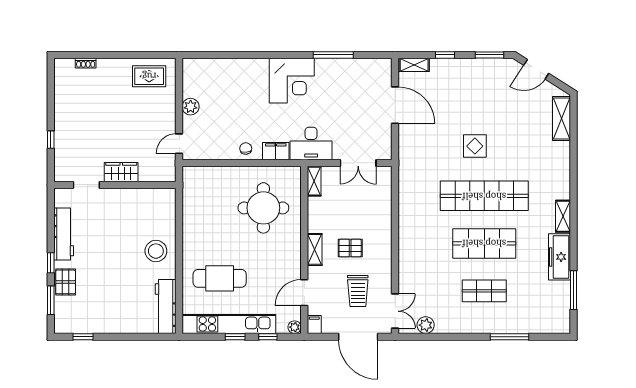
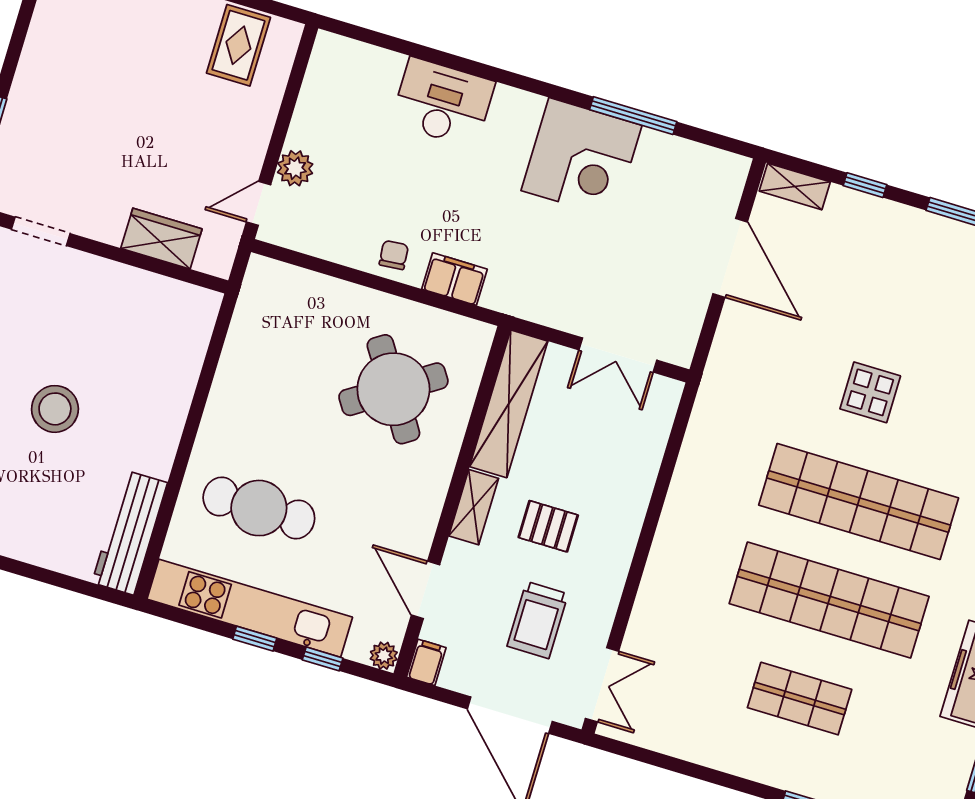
rug: (149, 76) -> (238, 45), turned 90
corner desk: (292, 81) -> (581, 158), moved
plant: (191, 107) -> (295, 168), moved
desk: (311, 144) -> (443, 102), moved, turned 180
wardrobe: (121, 172) -> (161, 239), moved
shelving: (314, 181) -> (509, 404), width x2.20, depth x1.33
round table: (263, 208) -> (393, 389), turned -33
shop shelf: (484, 243) -> (829, 600), width x1.40
stool: (156, 251) -> (55, 409), moved
door: (304, 293) -> (425, 590), hinge flipped
plant: (426, 325) -> (657, 733), removed

